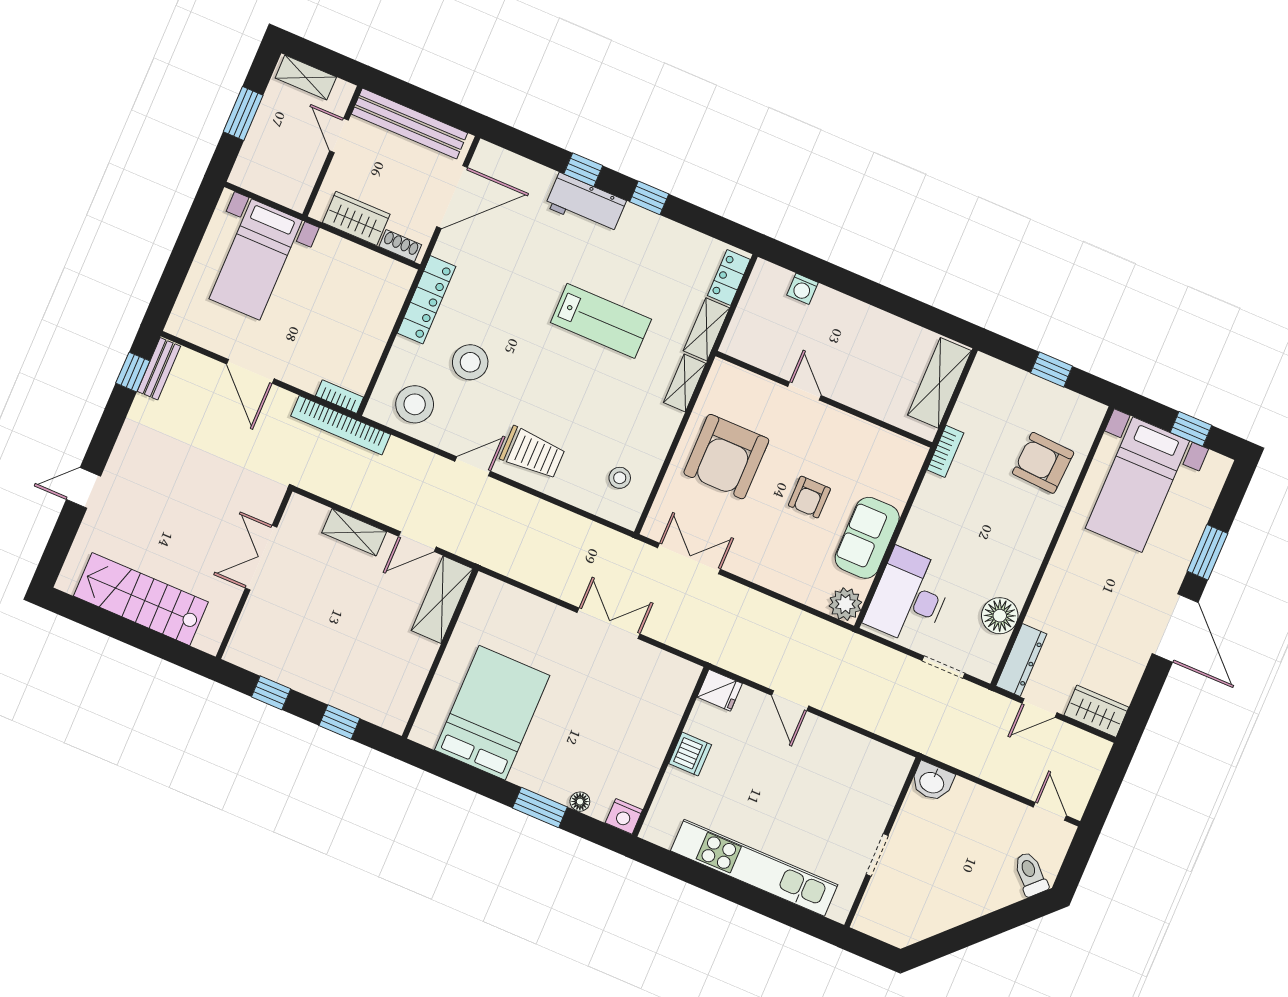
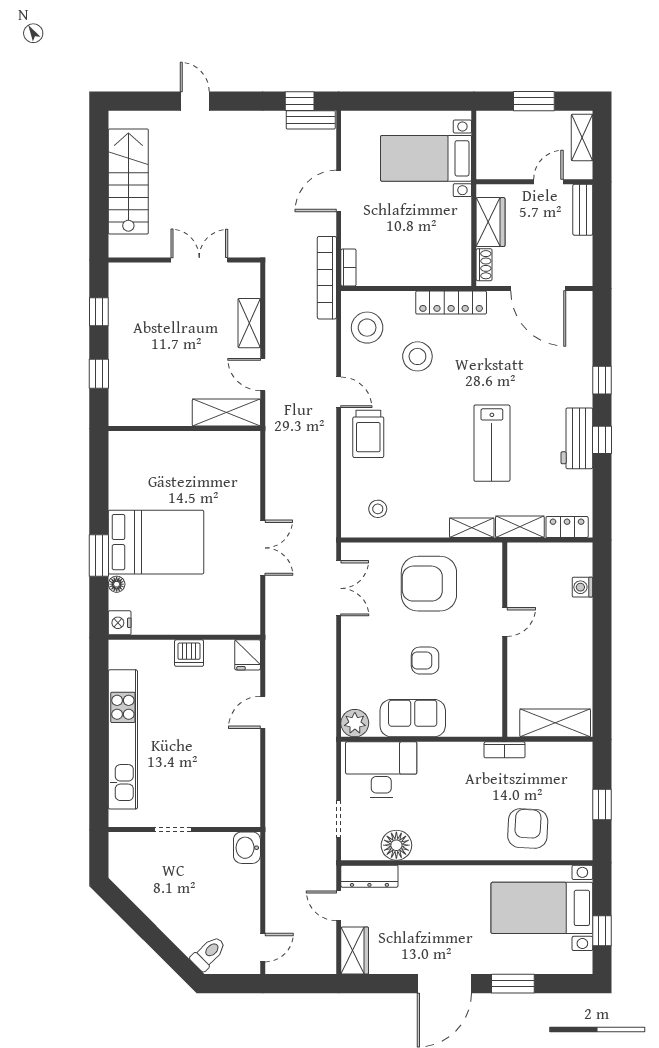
bench: (409, 124) -> (583, 210), width x0.54, depth x0.82
workbench: (586, 204) -> (577, 438), moved
bed: (492, 713) -> (156, 542), moved

